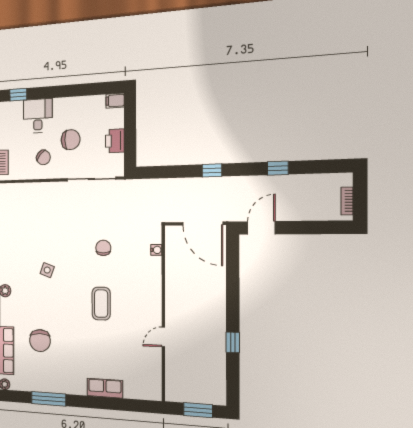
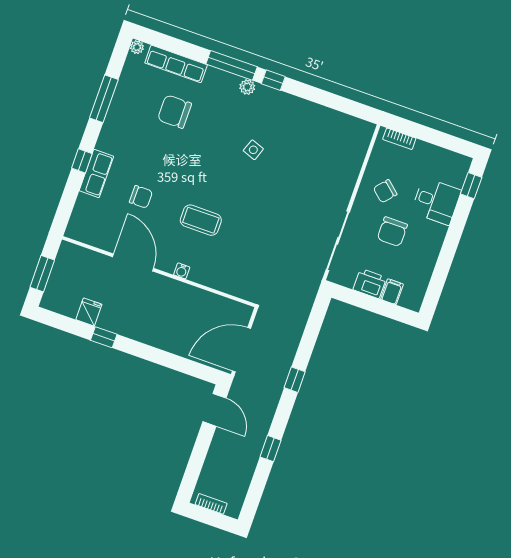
filing cabinet: (115, 101) -> (392, 292), moved
chair: (103, 248) -> (141, 197), moved
water cooler: (156, 250) -> (182, 271), moved
coffee table: (101, 304) -> (201, 220), moved
door: (163, 337) -> (133, 263), width x1.87
fridge: (216, 361) -> (89, 312), added
window: (99, 403) -> (82, 161), added

